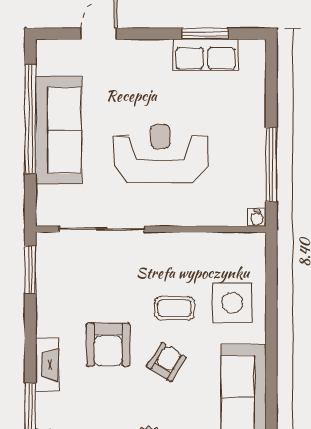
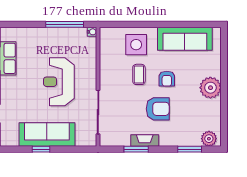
window: (30, 119) -> (41, 149), width x0.32
window: (30, 270) -> (136, 149), moved
armchair: (166, 362) -> (167, 79), turned -122
fireplace: (47, 365) -> (145, 140), moved

